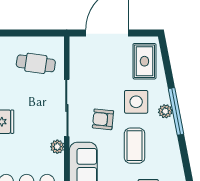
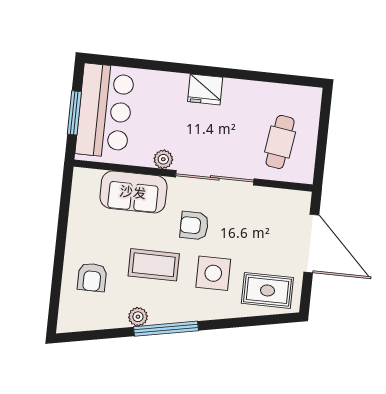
plant: (165, 111) -> (138, 317), moved
window: (176, 111) -> (166, 329), moved
armchair: (103, 119) -> (194, 226), turned -96

